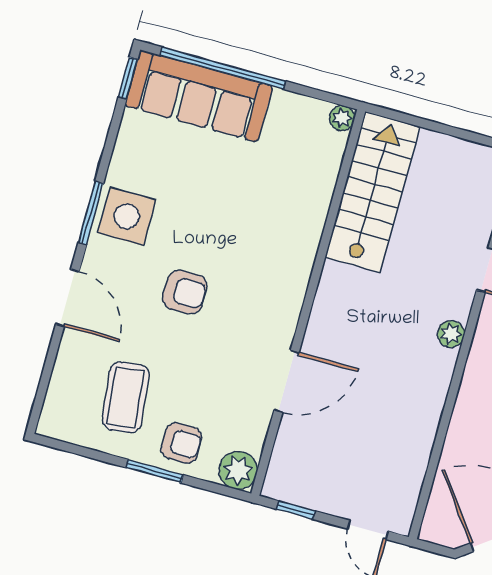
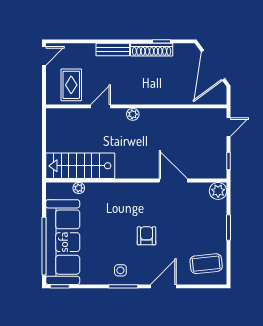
sofa: (199, 96) -> (63, 242), width x1.36, depth x1.27
plant: (342, 118) -> (79, 188), moved
side table: (127, 216) -> (120, 270), width x0.54, depth x0.54
coffee table: (126, 397) -> (206, 264), moved
armchair: (181, 443) -> (213, 219), removed

